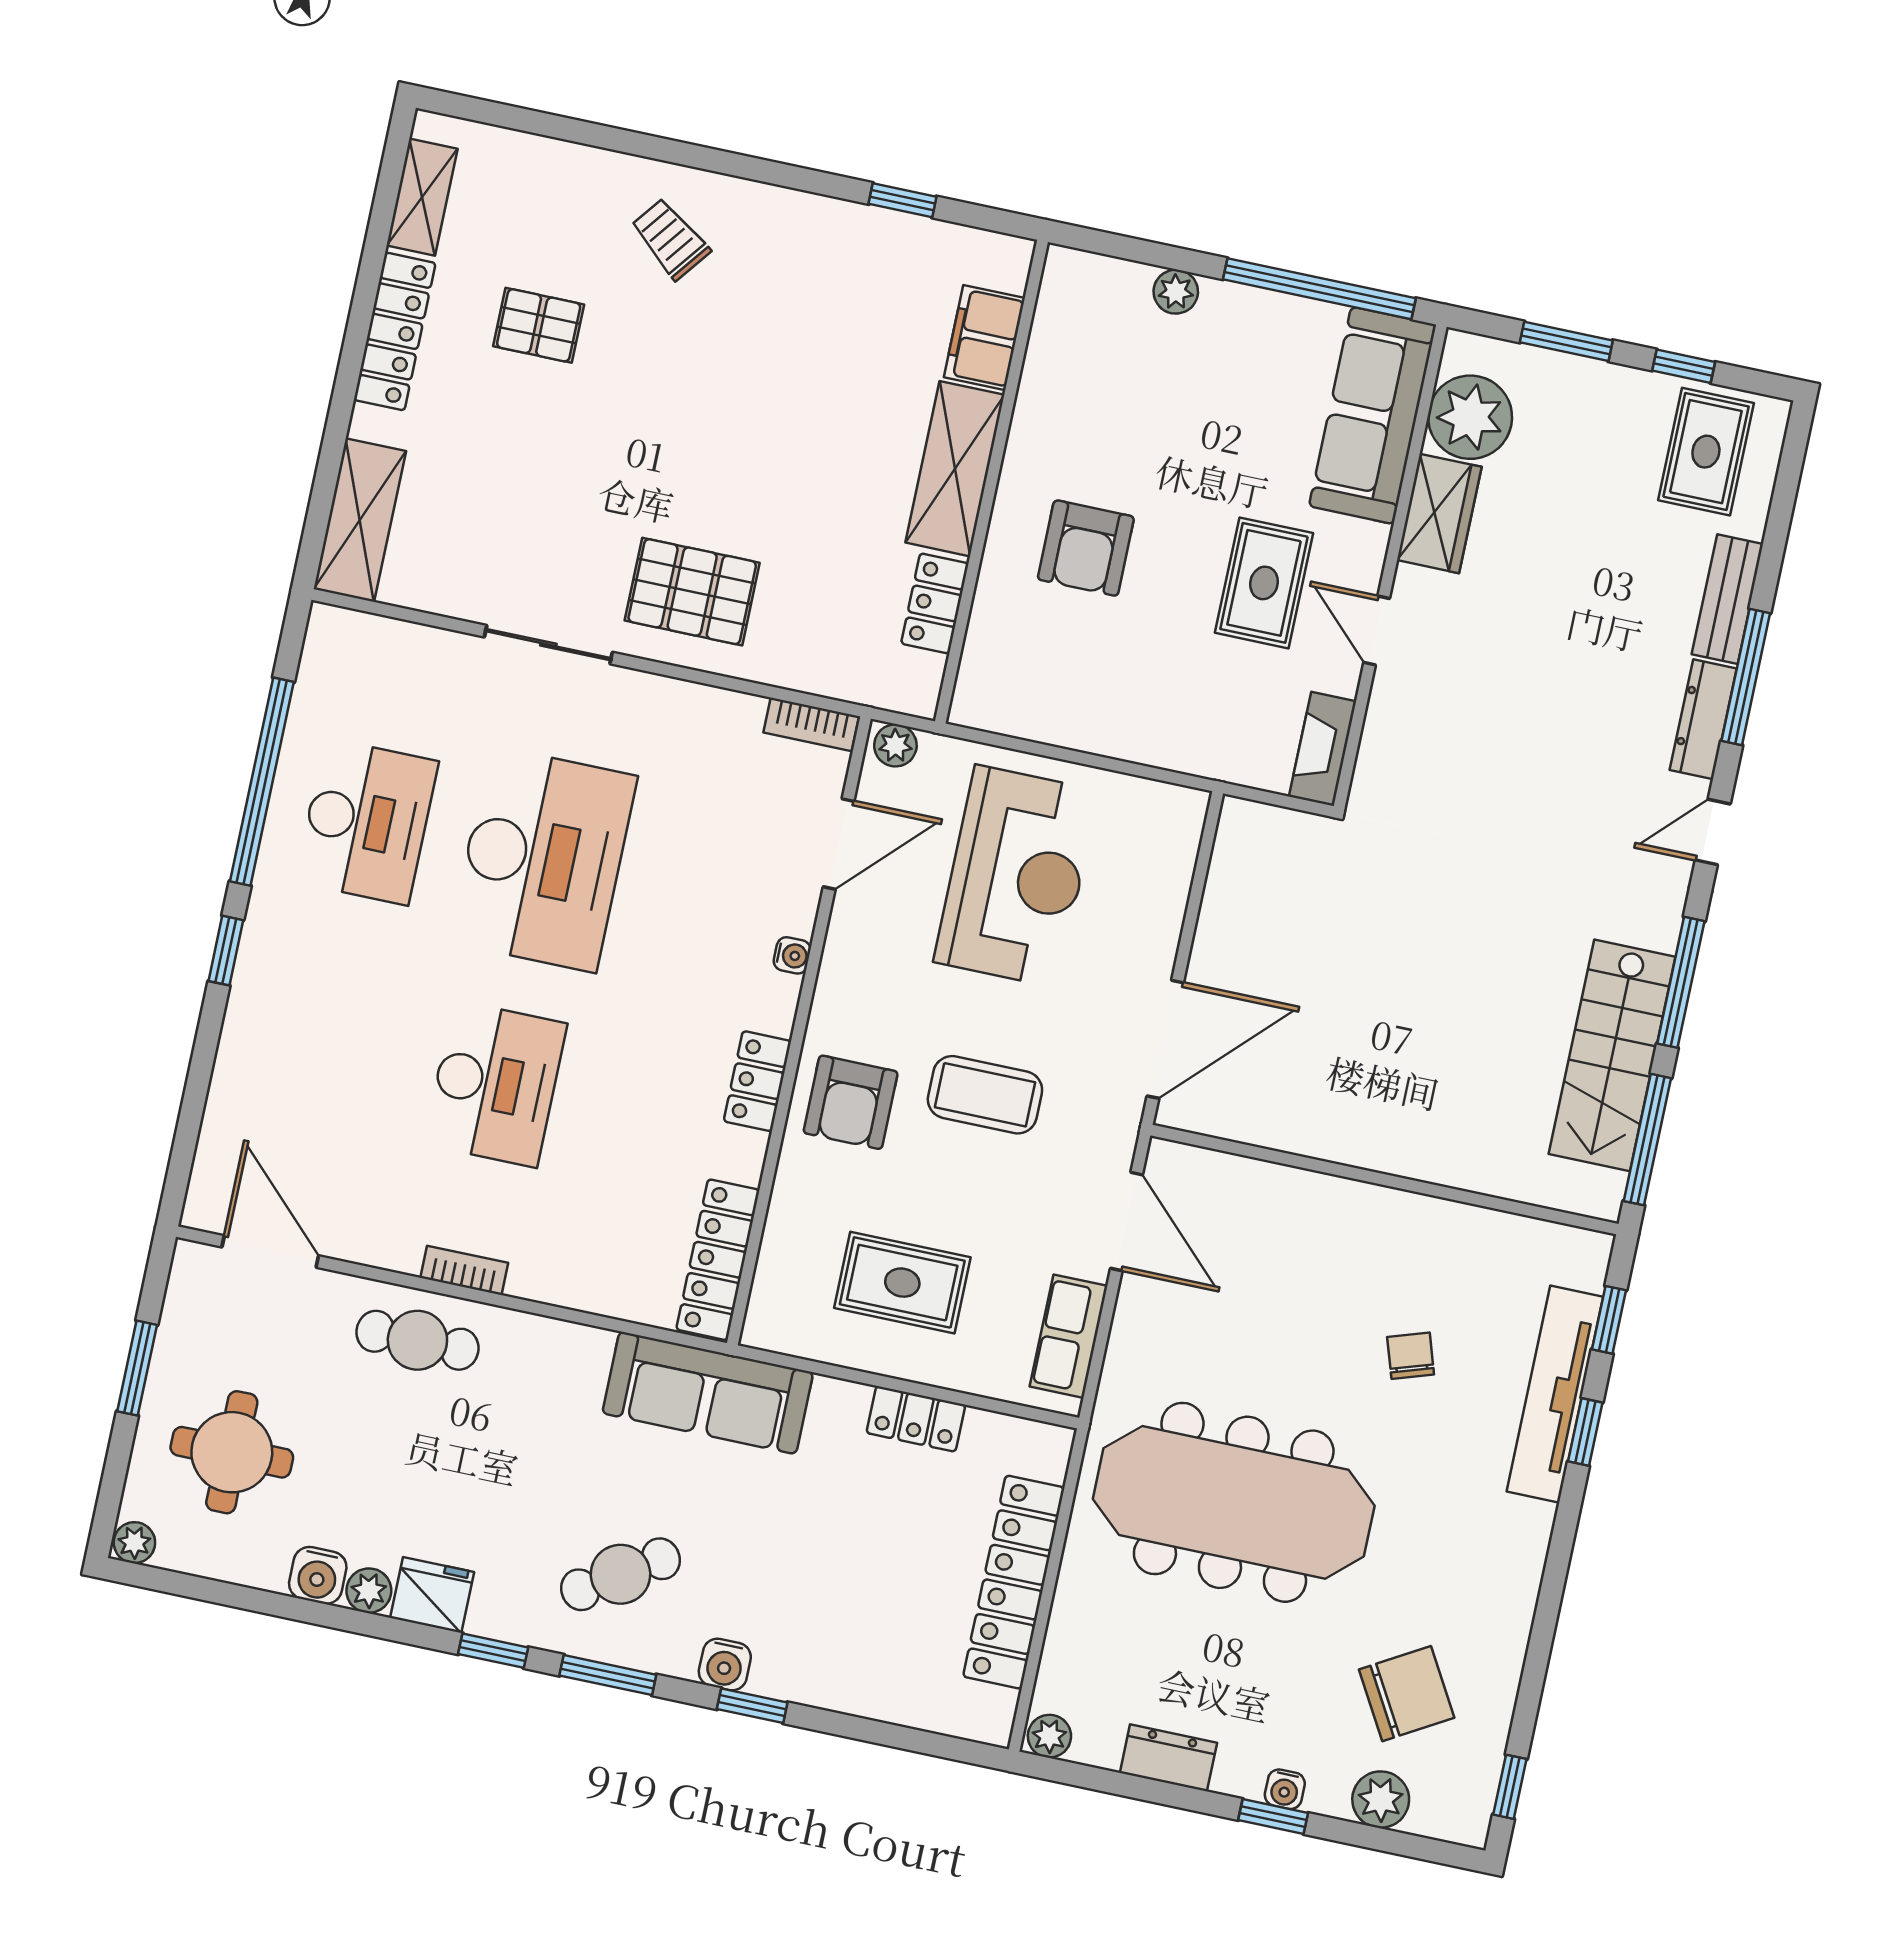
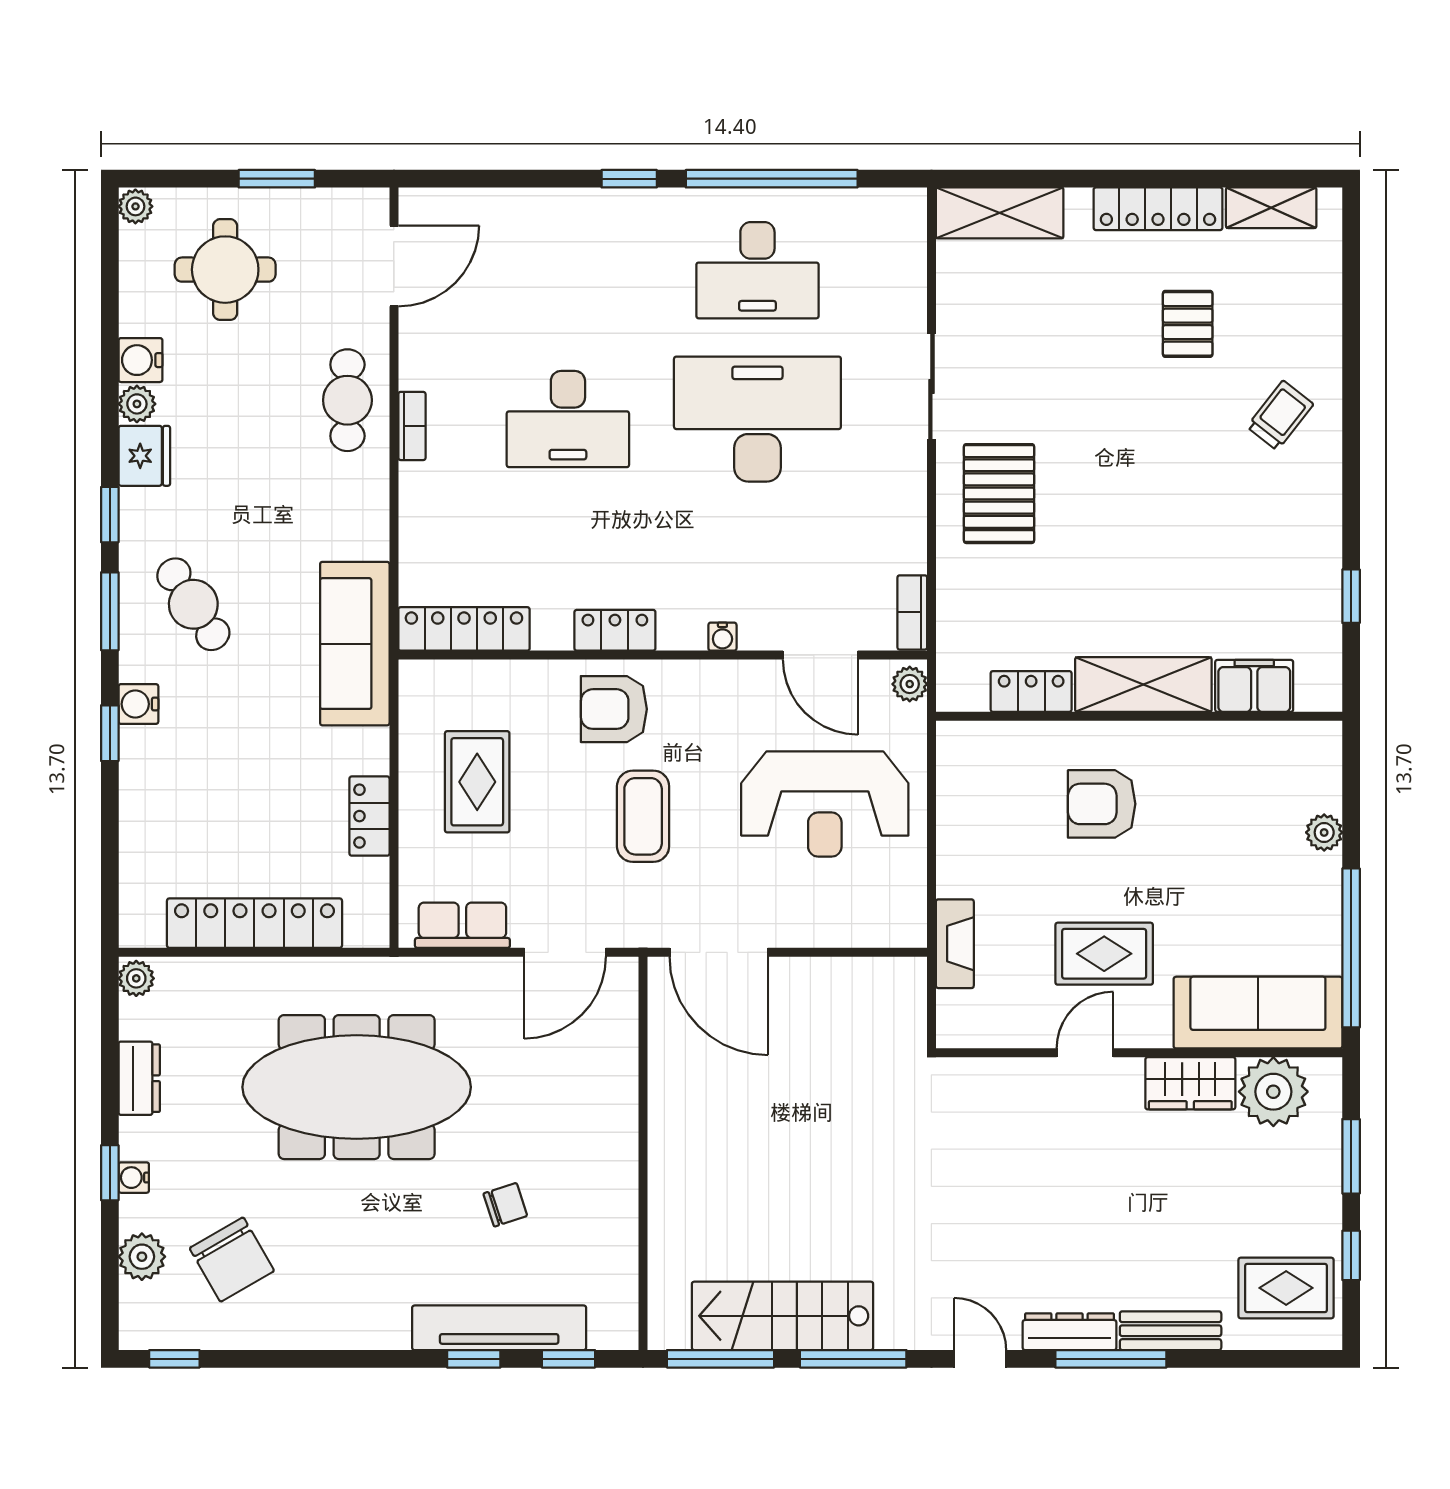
fireplace: (1323, 749) -> (955, 944), moved, turned 90
desk: (543, 859) -> (757, 419), turned 180
meeting table: (1234, 1502) -> (357, 1087), turned 90

